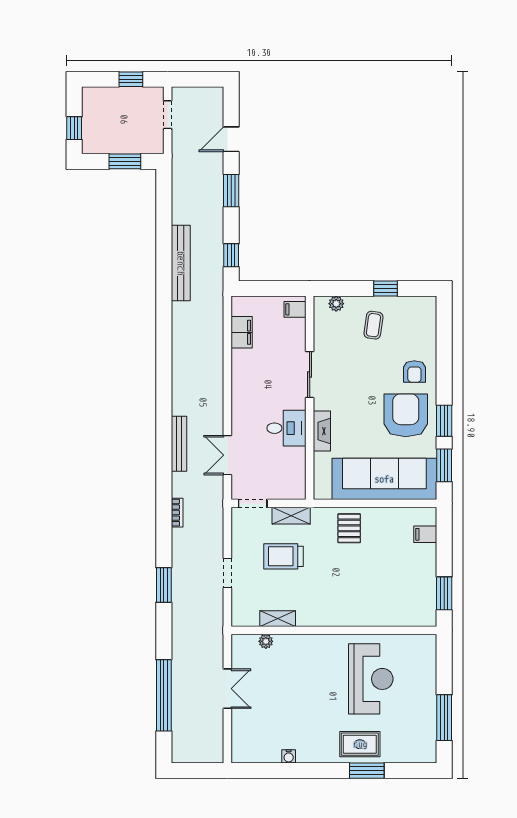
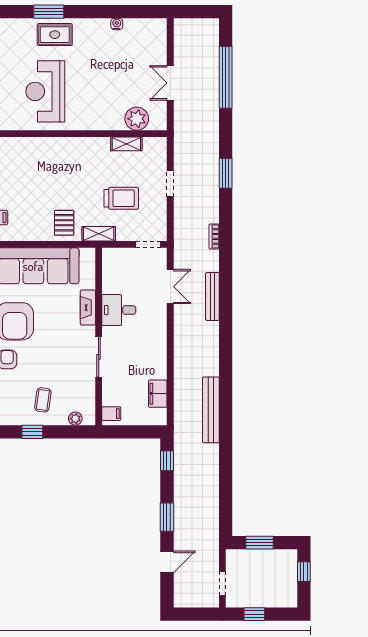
bench: (181, 263) -> (211, 410), moved
shelving: (291, 516) -> (99, 234), moved
plant: (266, 641) -> (137, 119), width x1.87, depth x1.87

